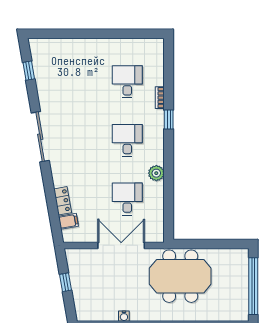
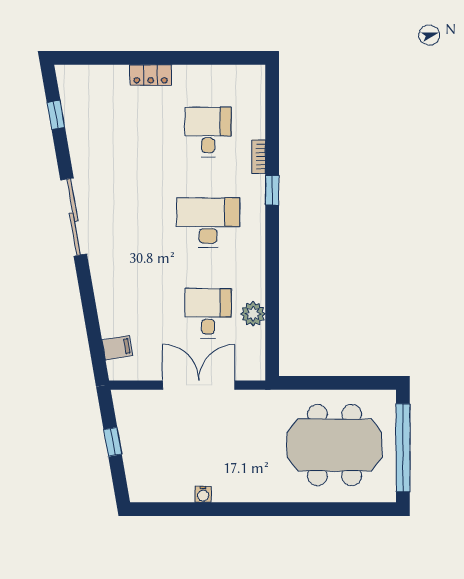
desk: (127, 140) -> (208, 223), width x1.37
plant: (156, 173) -> (253, 314), moved
locker: (63, 201) -> (151, 75), moved, turned 100
meeting table: (180, 276) -> (334, 445), moved

